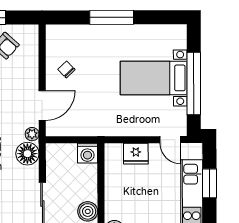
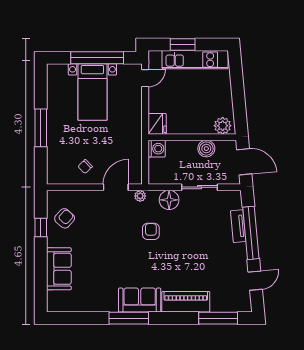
door: (42, 105) -> (116, 187), hinge flipped
floor lamp: (27, 154) -> (169, 200), moved
fridge: (136, 154) -> (157, 124), moved

